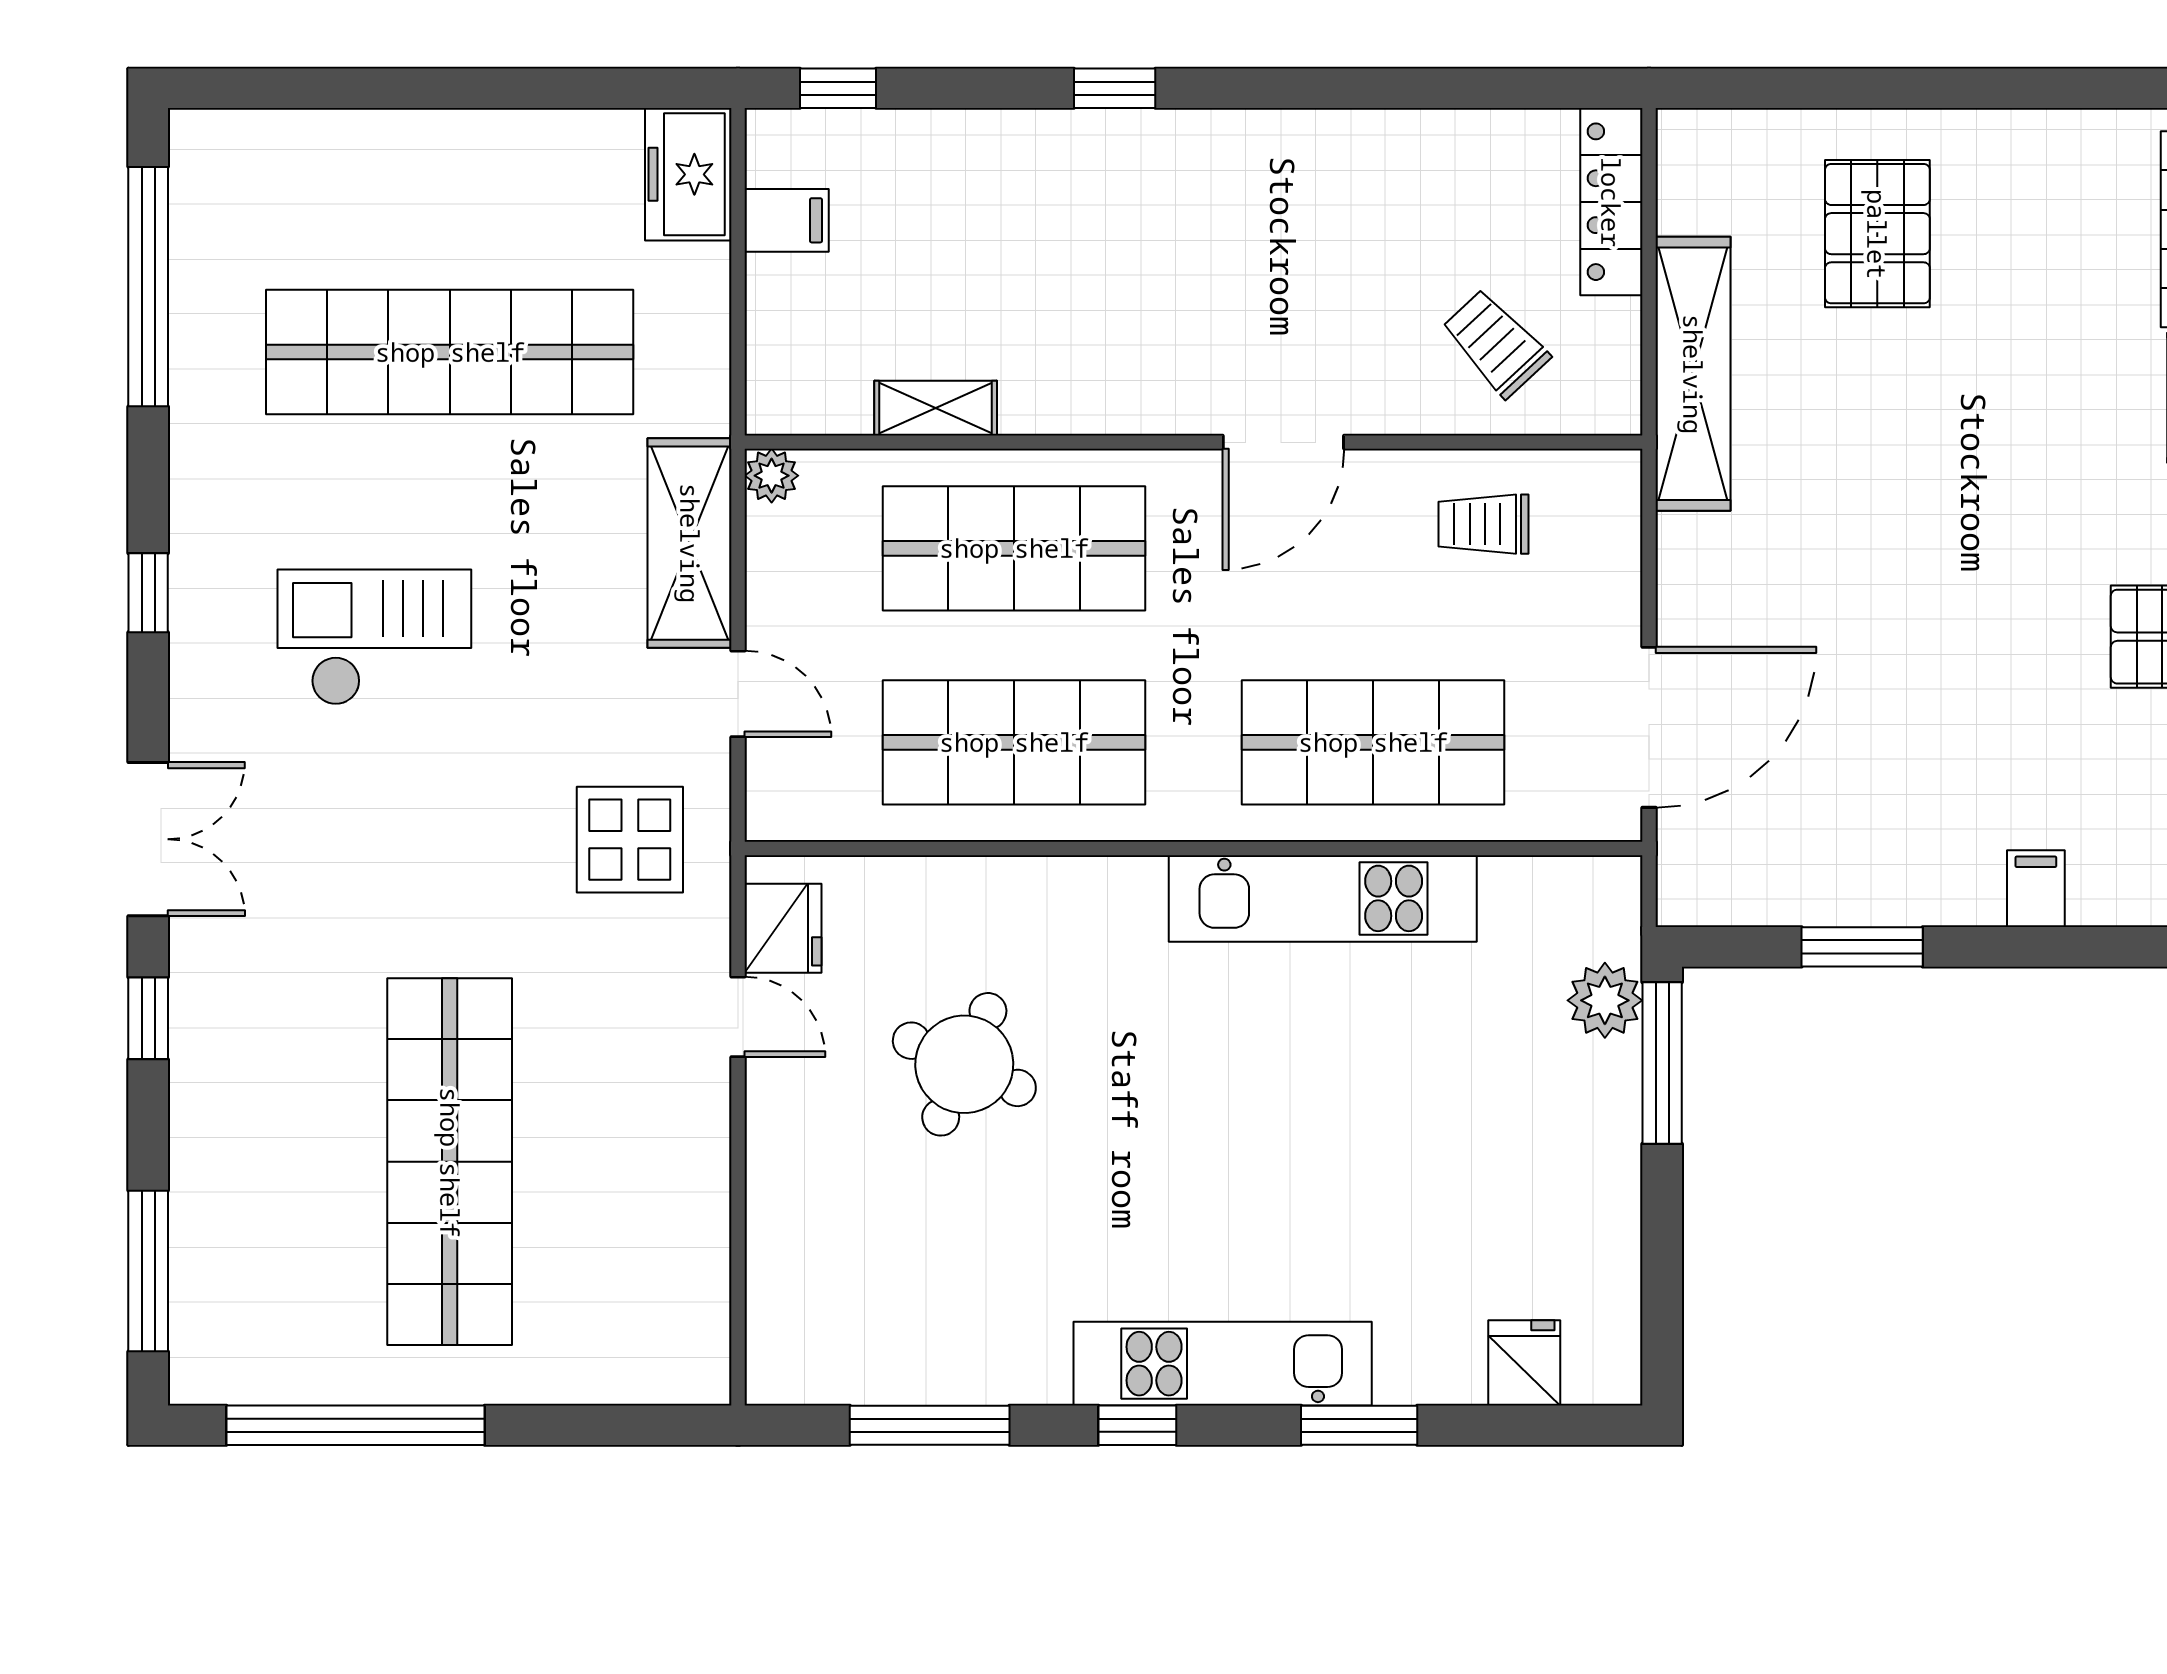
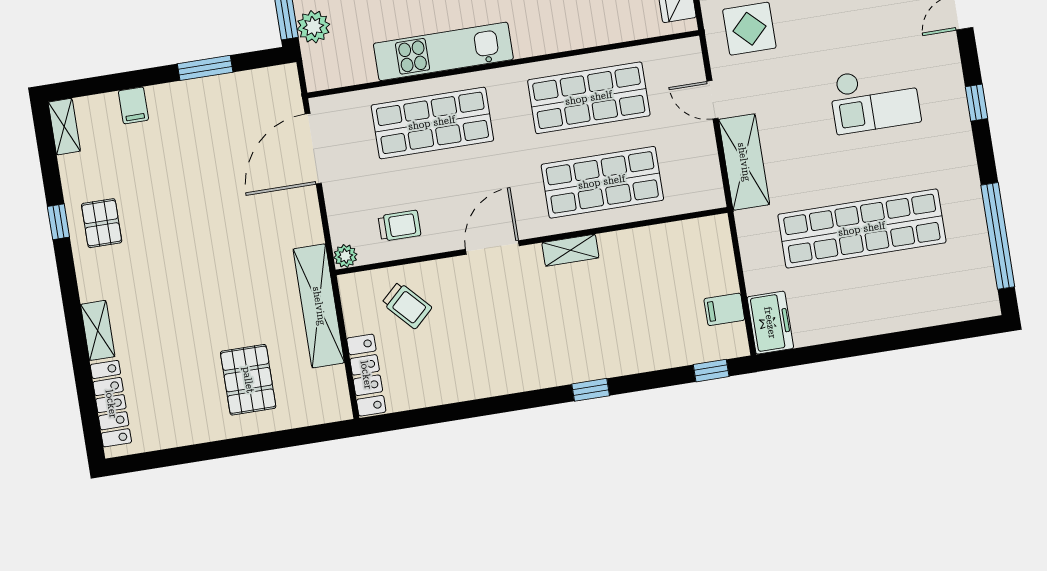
shelving: (936, 408) -> (570, 250), moved
plant: (772, 476) -> (345, 256), moved

